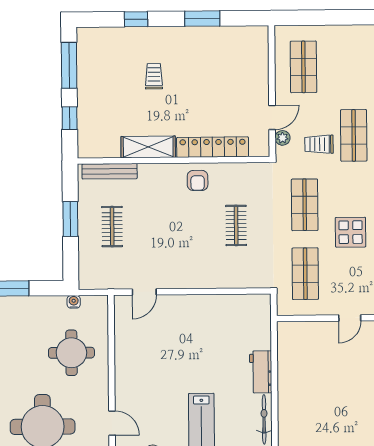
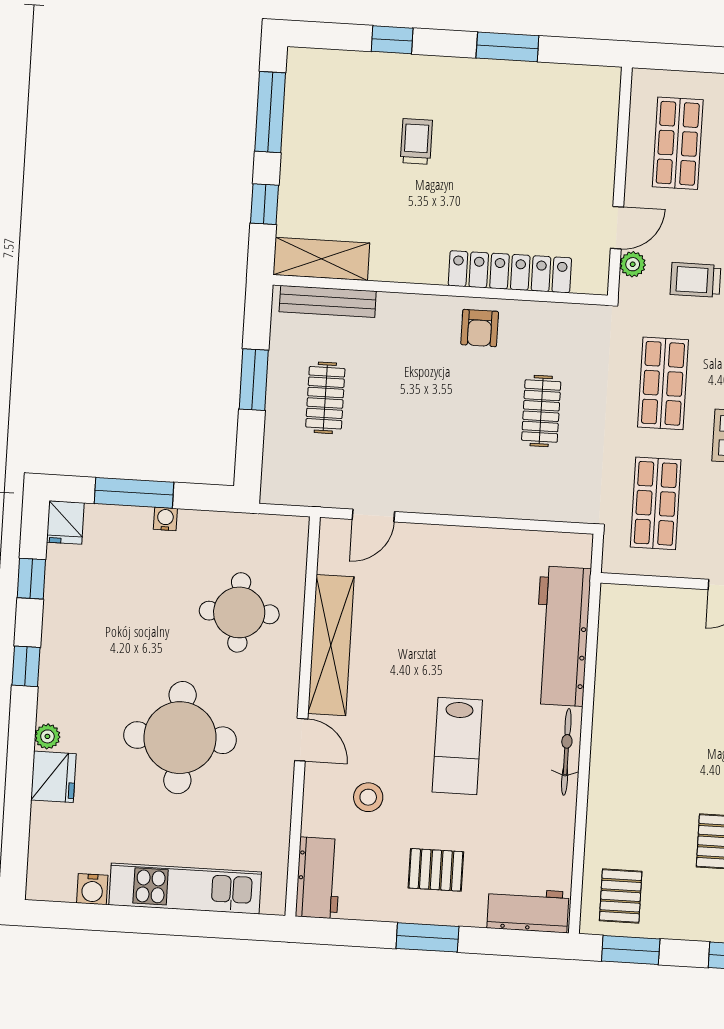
shelving: (148, 147) -> (321, 259), moved
water cooler: (74, 302) -> (165, 519), moved
shelving: (125, 368) -> (331, 645), added
workbench: (261, 372) -> (562, 636), width x1.88, depth x1.32

